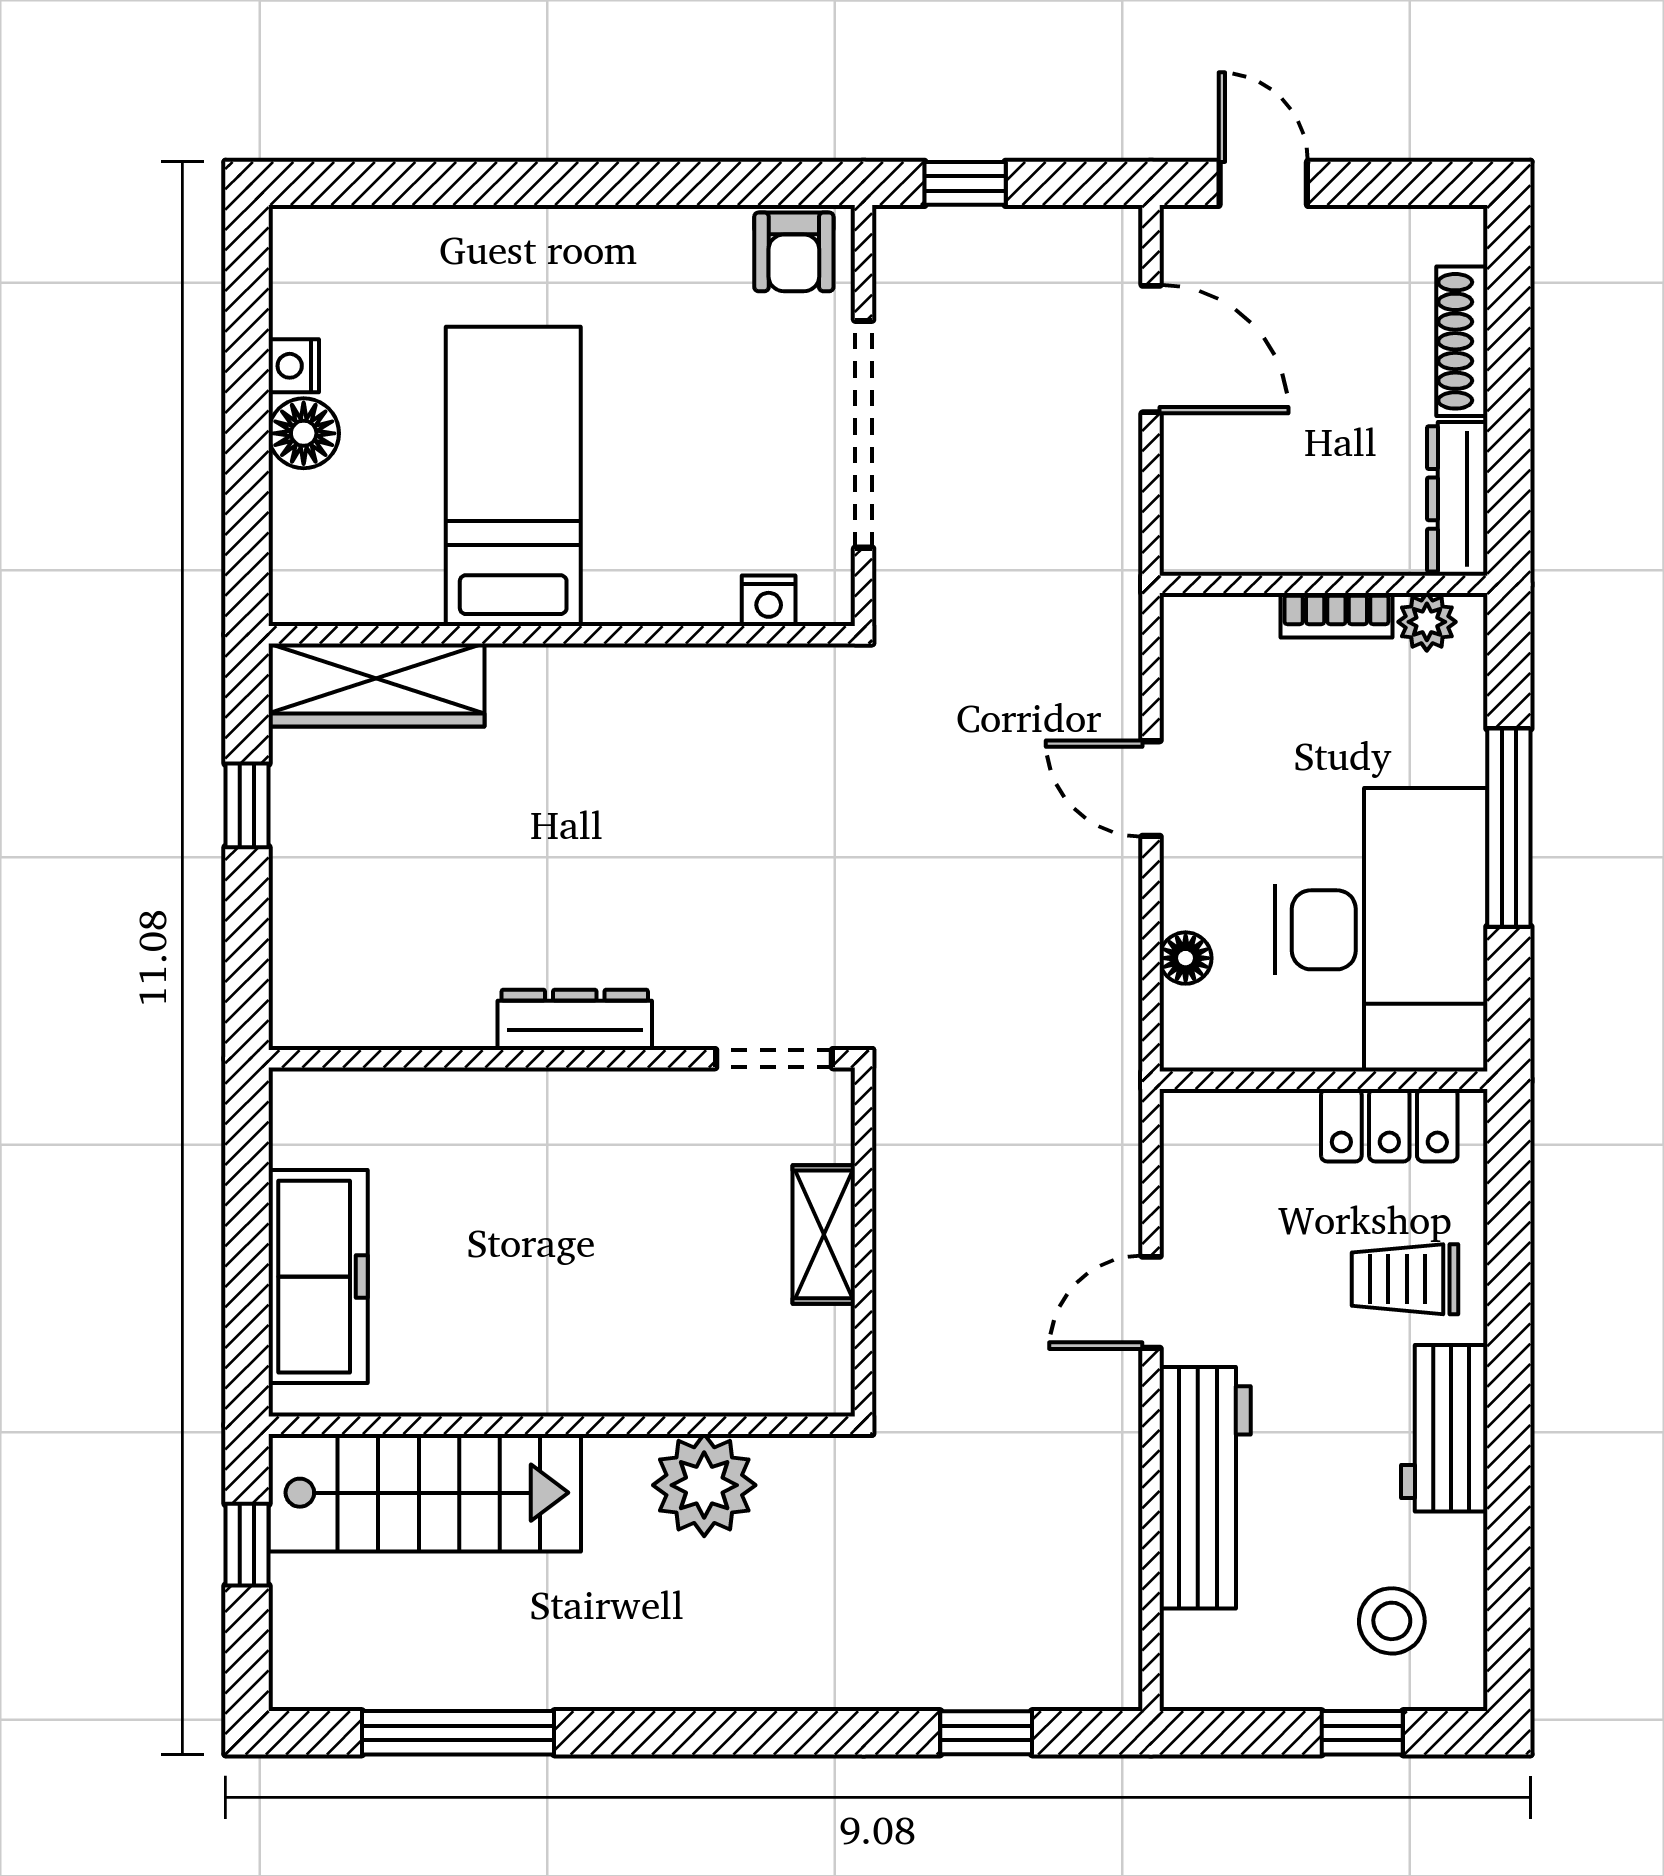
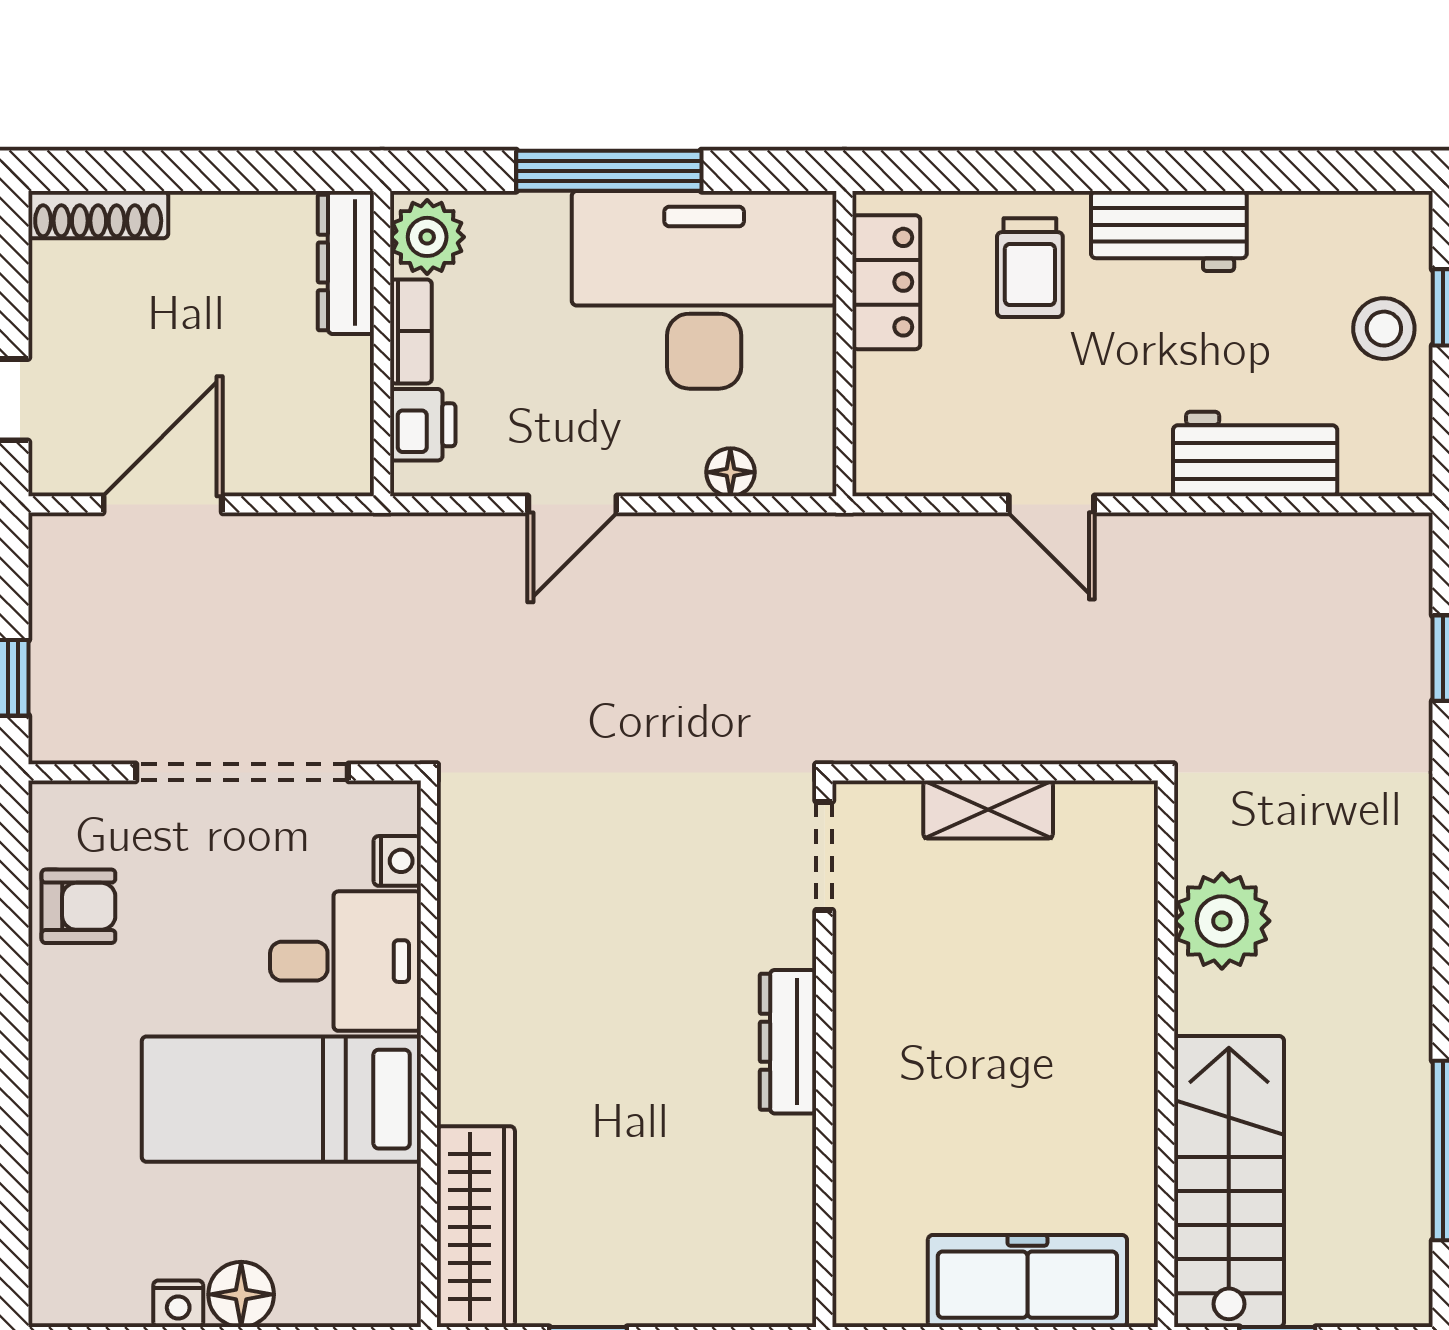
armchair: (794, 252) -> (78, 906), moved
shoe rack: (1462, 341) -> (98, 215), moved
dresser: (1457, 499) -> (346, 262), moved, turned 90
desk: (661, 545) -> (346, 961), added
plant: (1427, 622) -> (427, 237), width x1.38, depth x1.38
printer: (1236, 628) -> (423, 425), added
workbench: (1205, 1488) -> (1255, 454), width x0.73
stool: (1392, 1621) -> (1384, 329), moved

